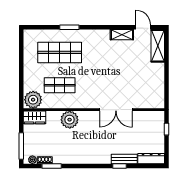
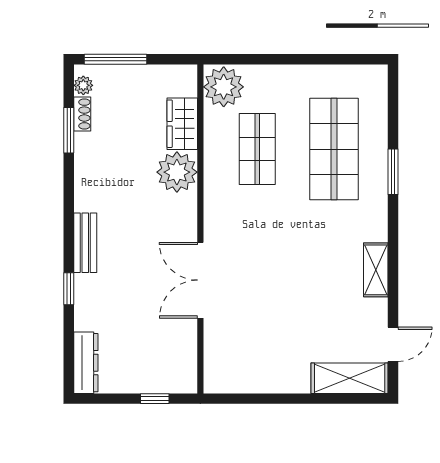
shelving: (122, 35) -> (376, 270), moved
wardrobe: (35, 117) -> (182, 124), moved
bench: (124, 159) -> (85, 243), moved

